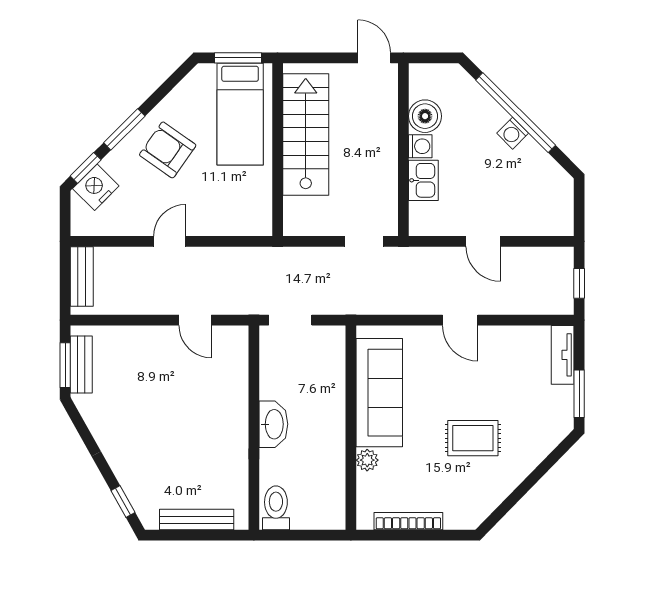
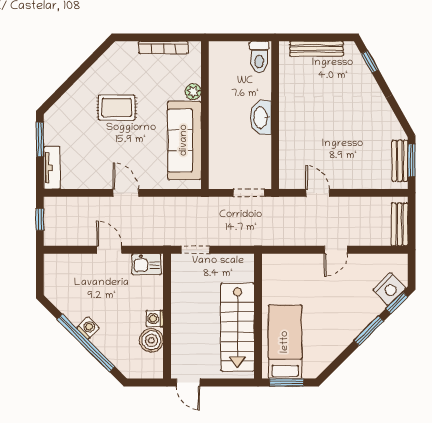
armchair: (168, 150) -> (337, 316), removed
kitchen sink: (423, 180) -> (147, 264), moved, turned -90

